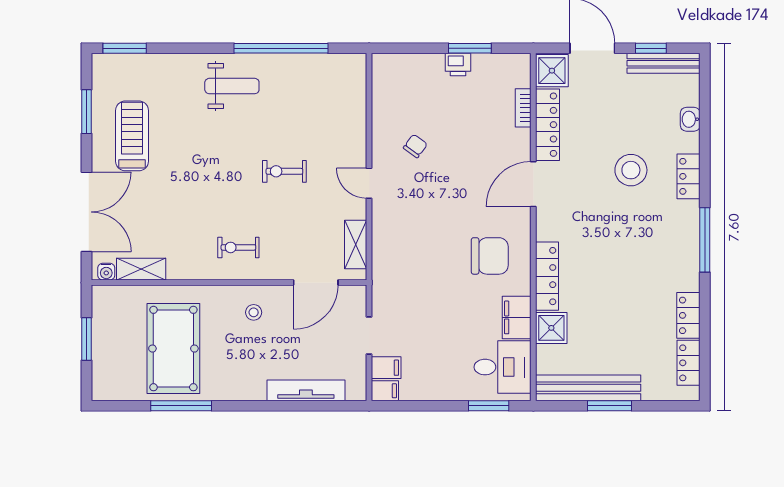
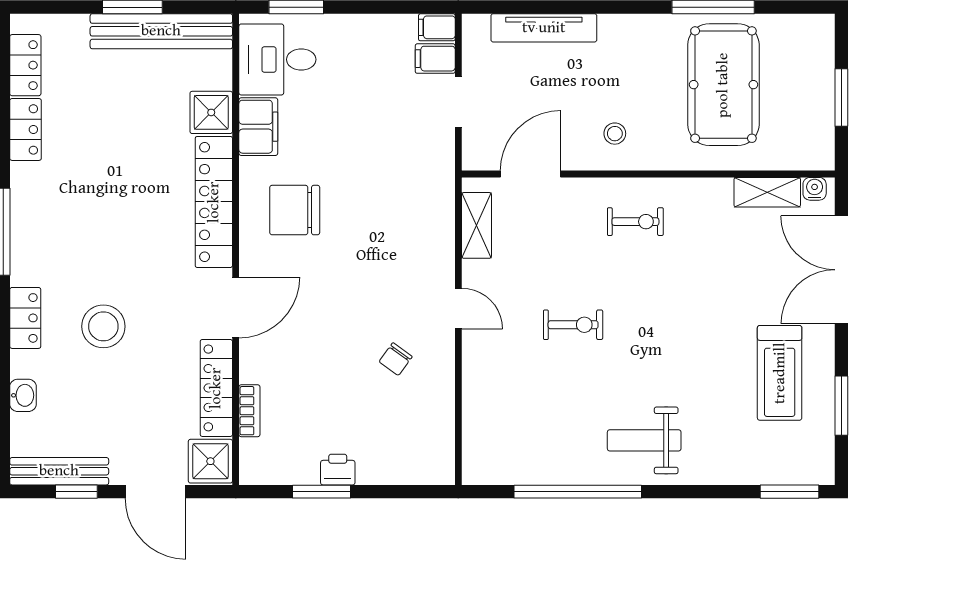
locker: (547, 276) -> (214, 202), width x1.41, depth x1.21

